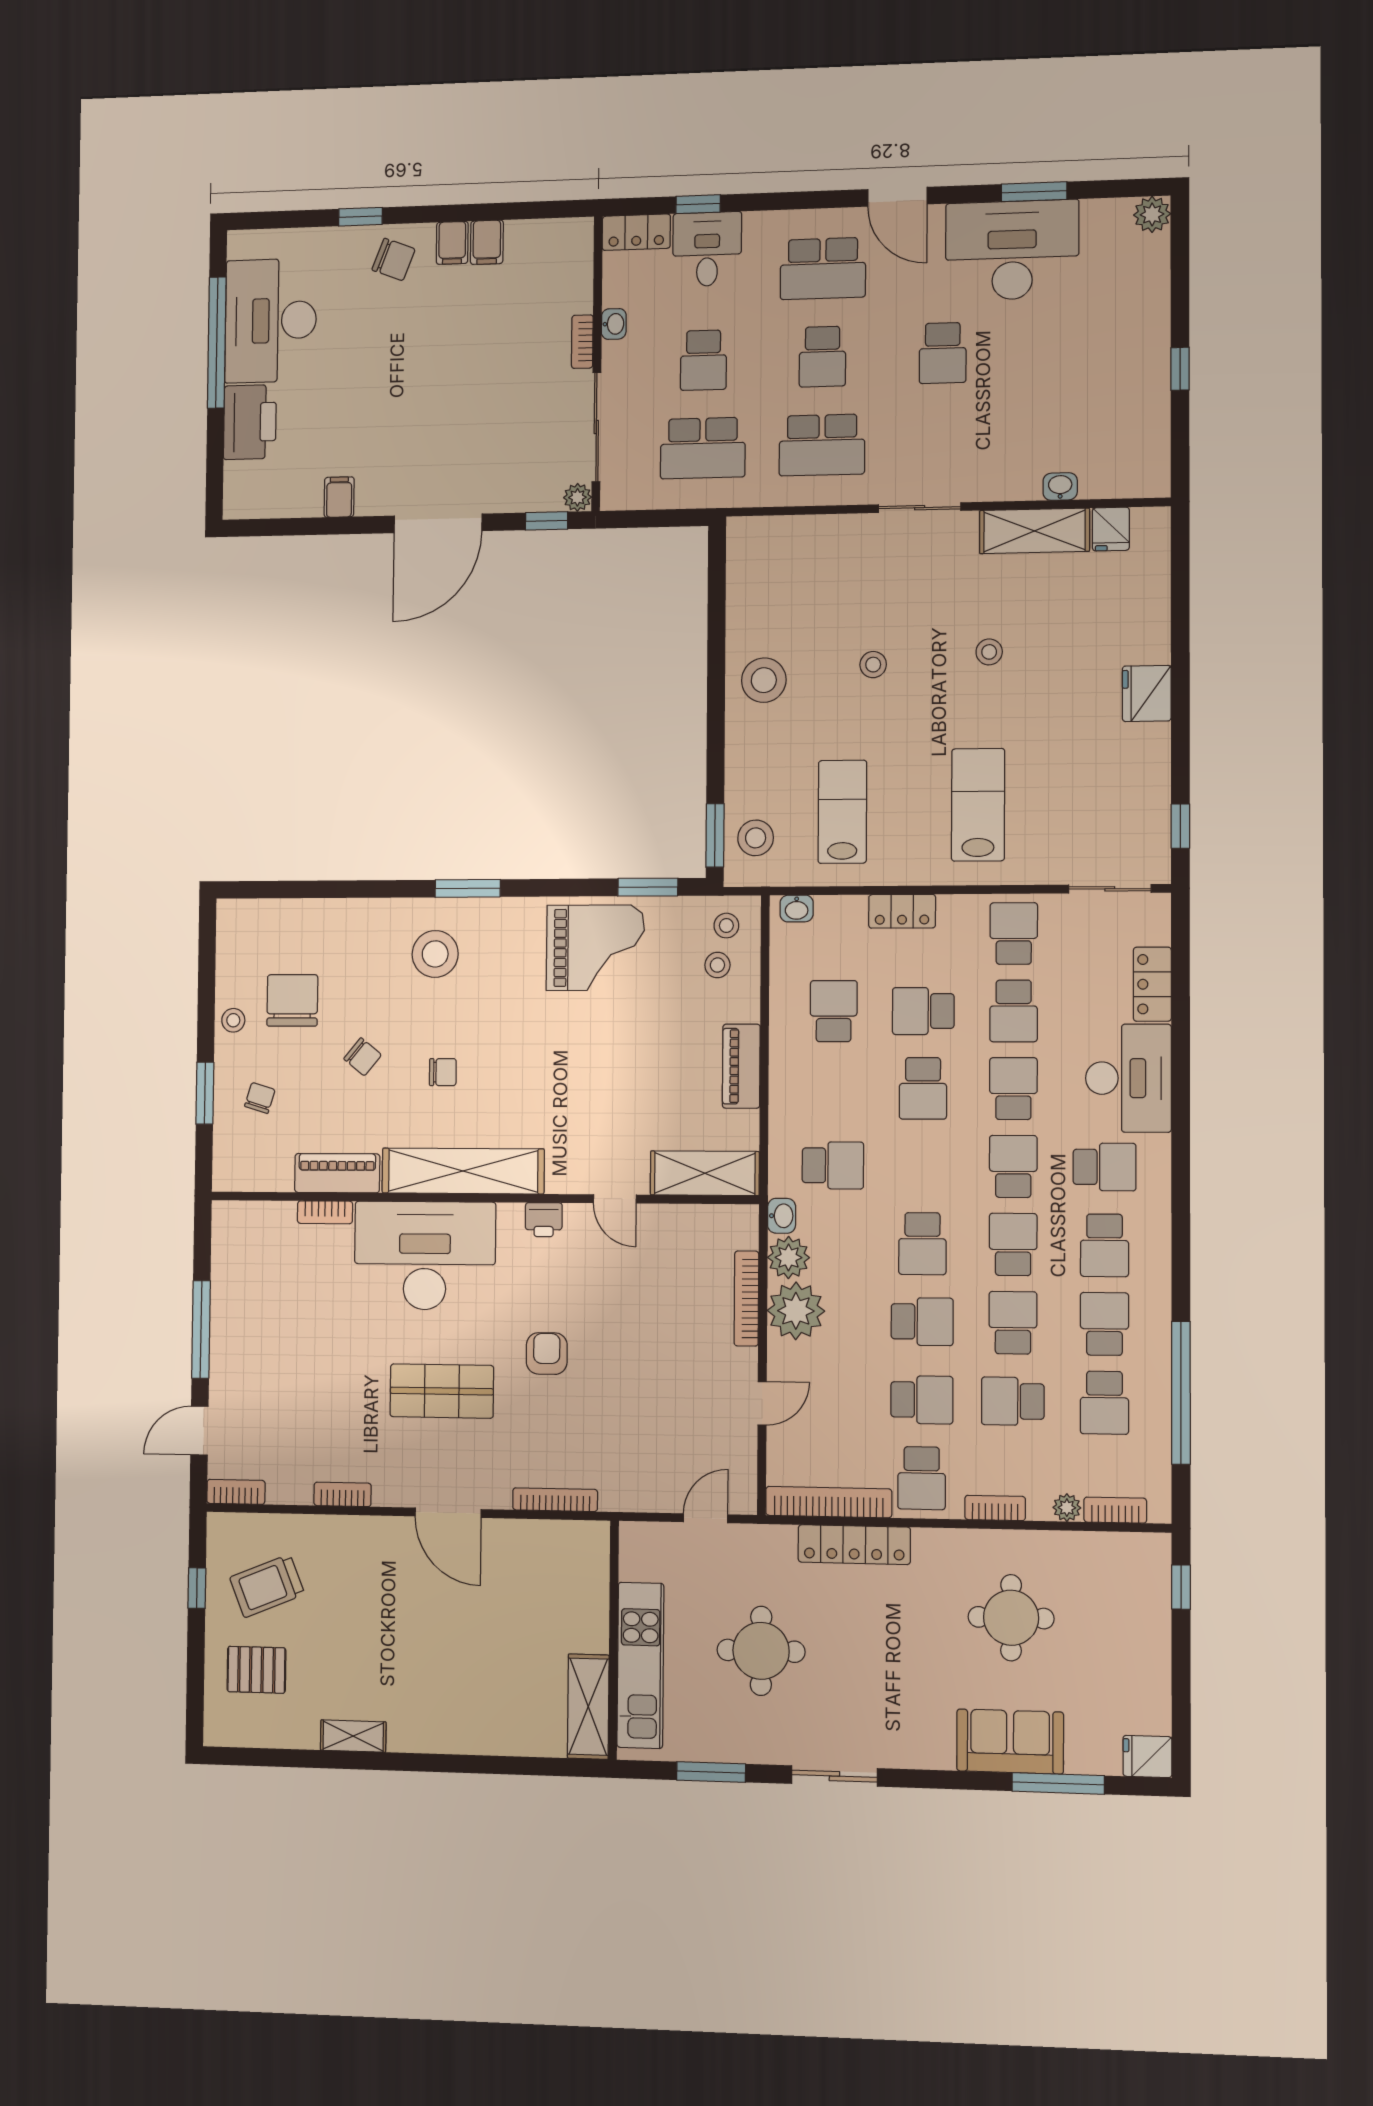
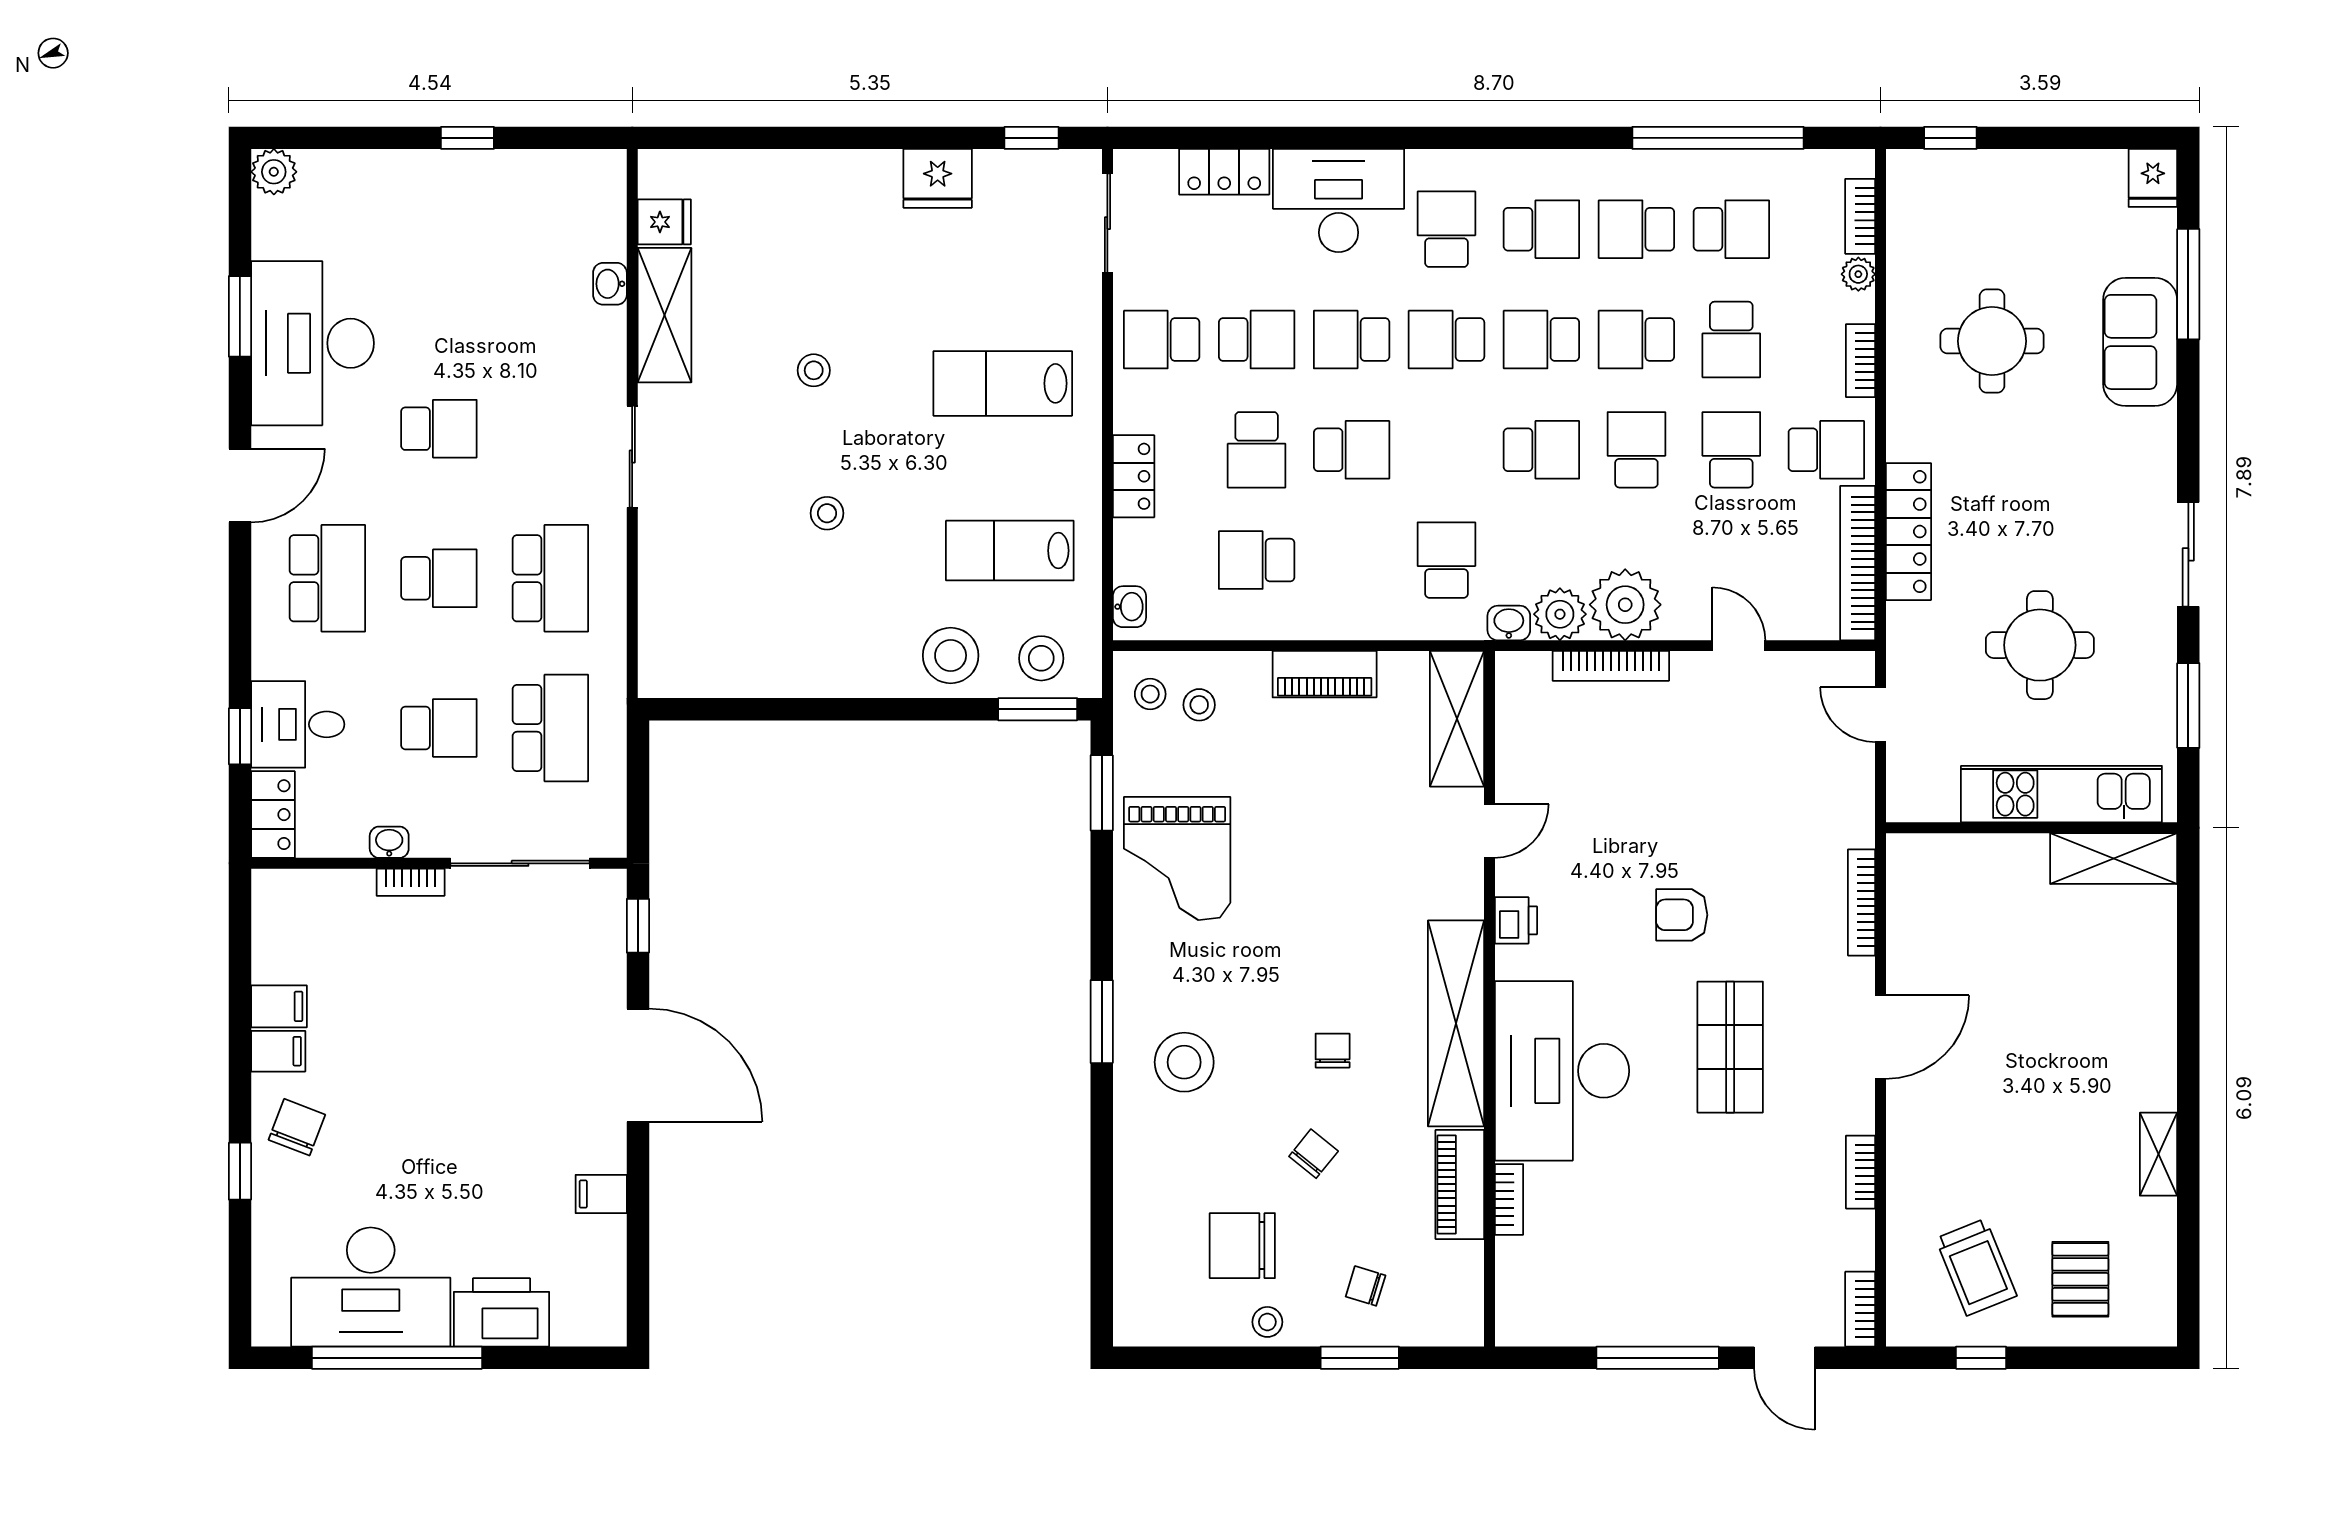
plant: (577, 497) -> (609, 887), removed
stool: (764, 680) -> (951, 655), moved
fridge: (1147, 693) -> (938, 178), moved
grand piano: (595, 948) -> (1177, 859), turned 180

